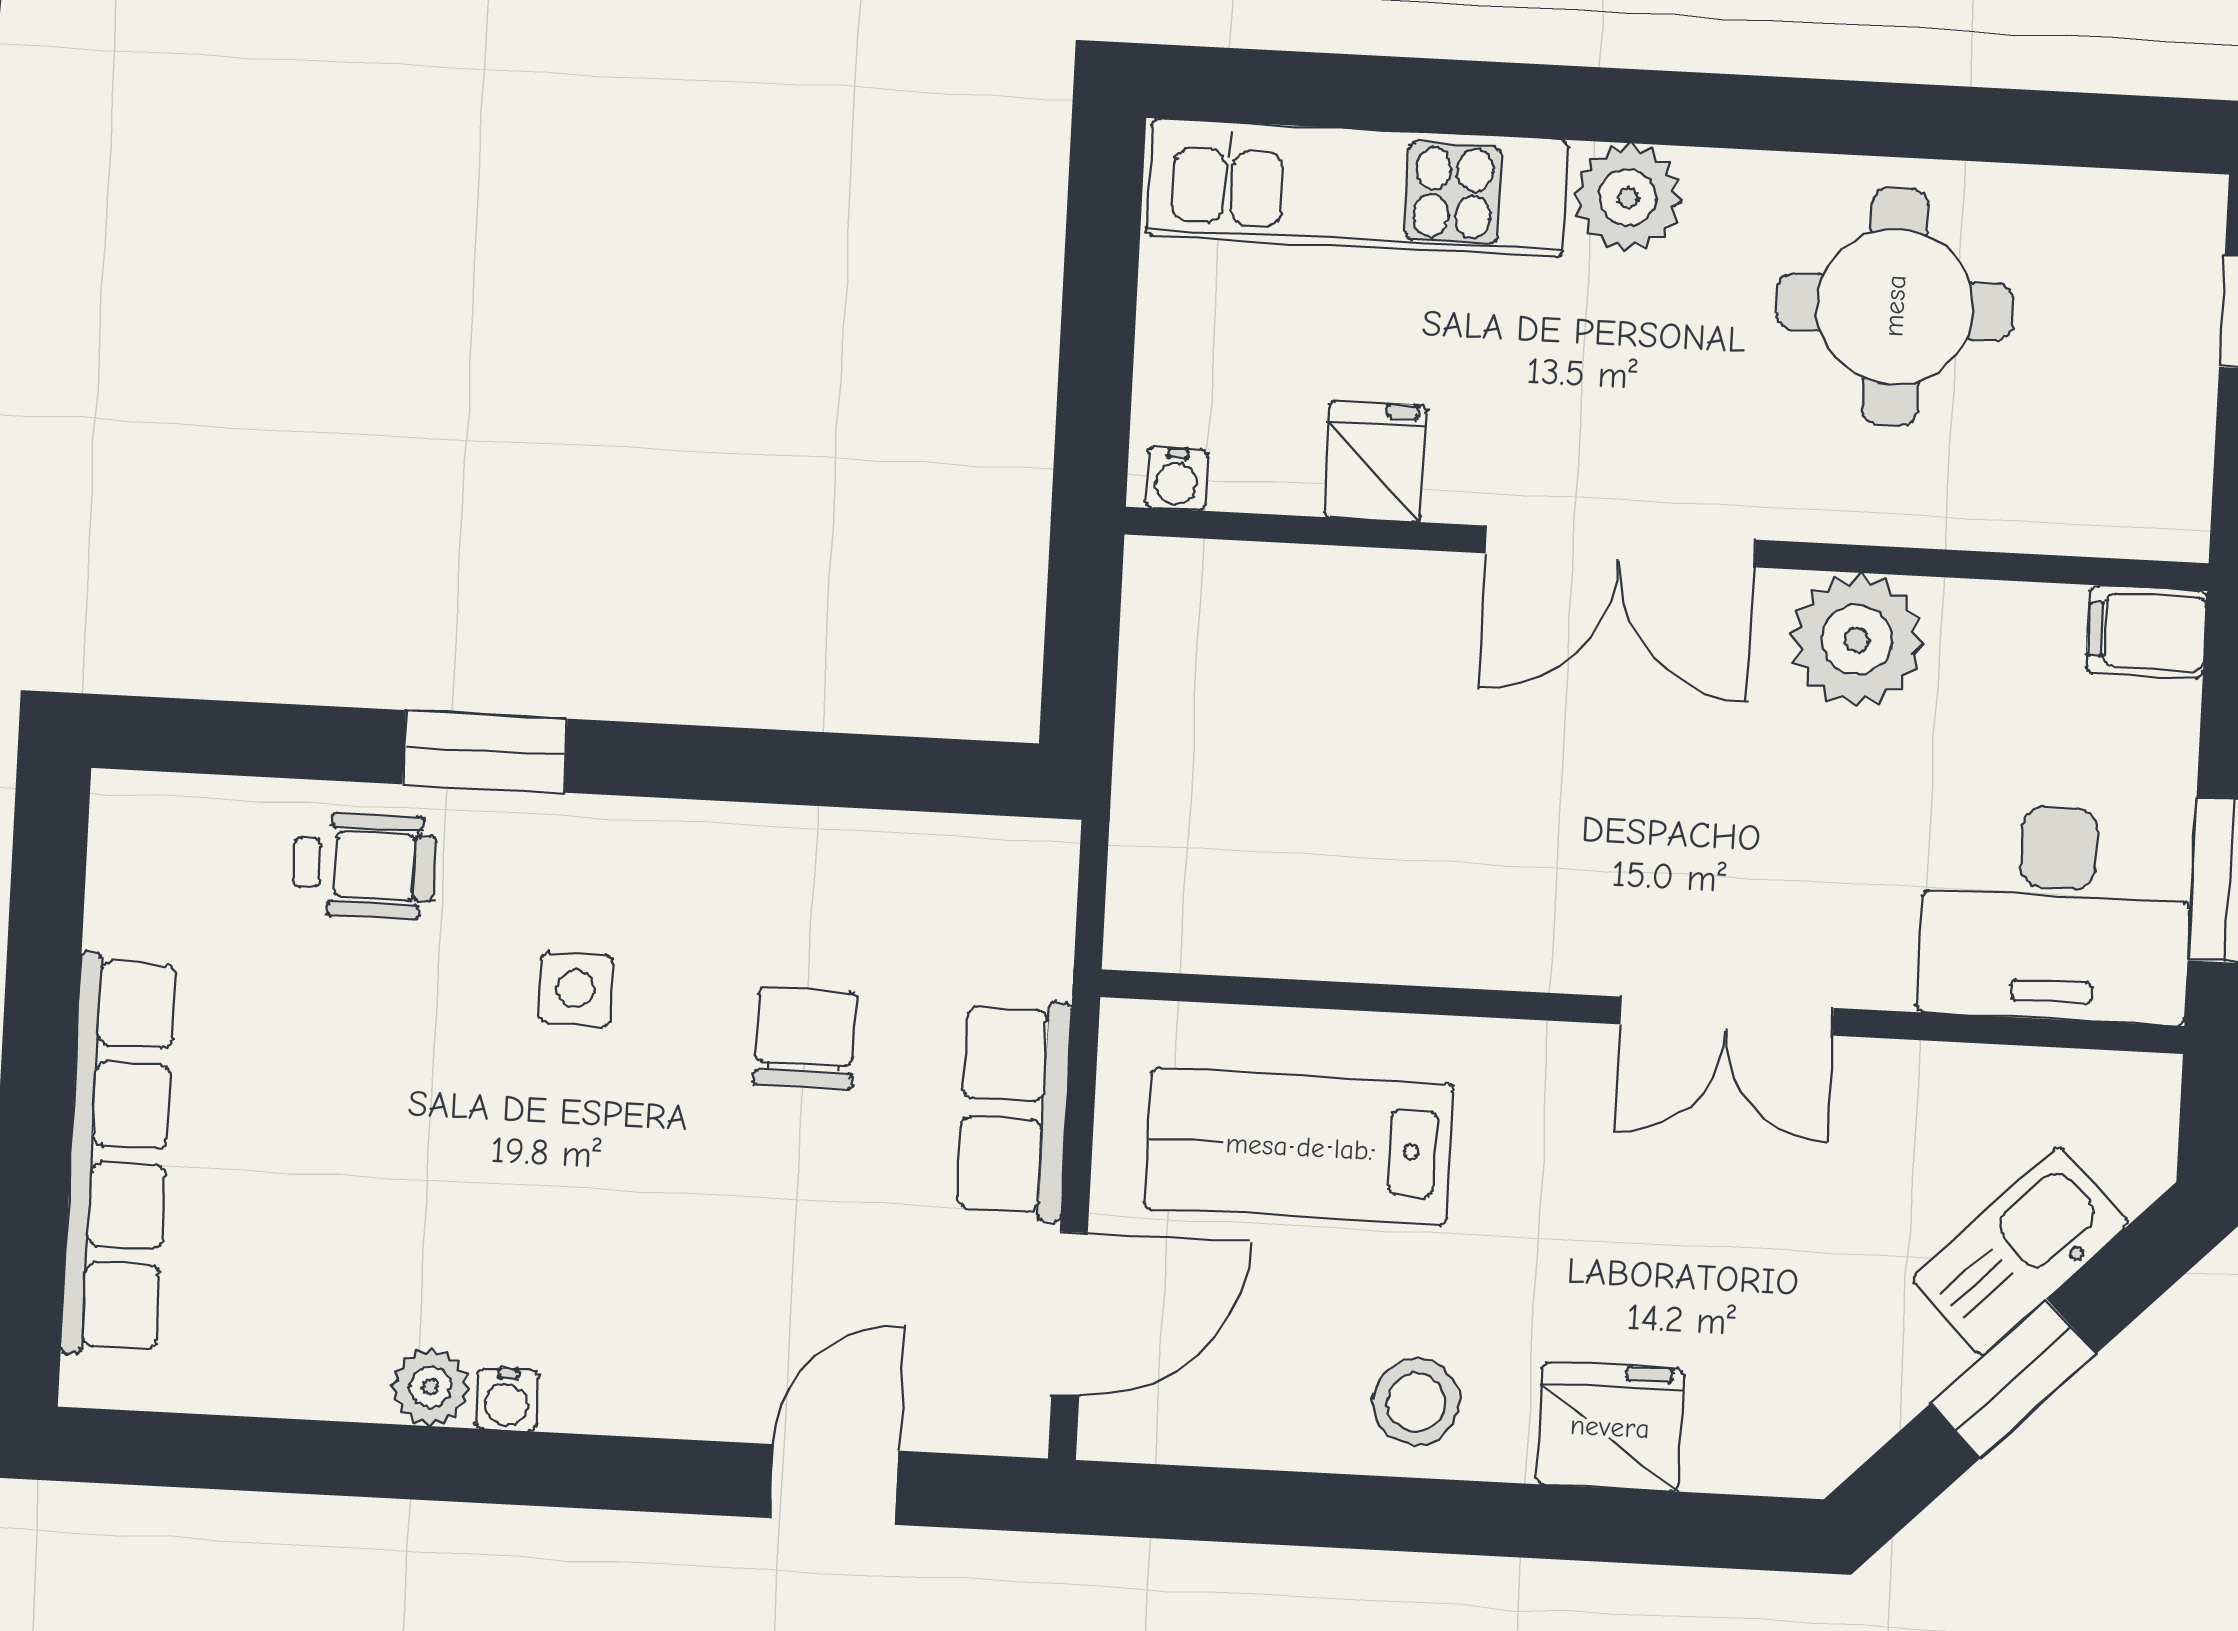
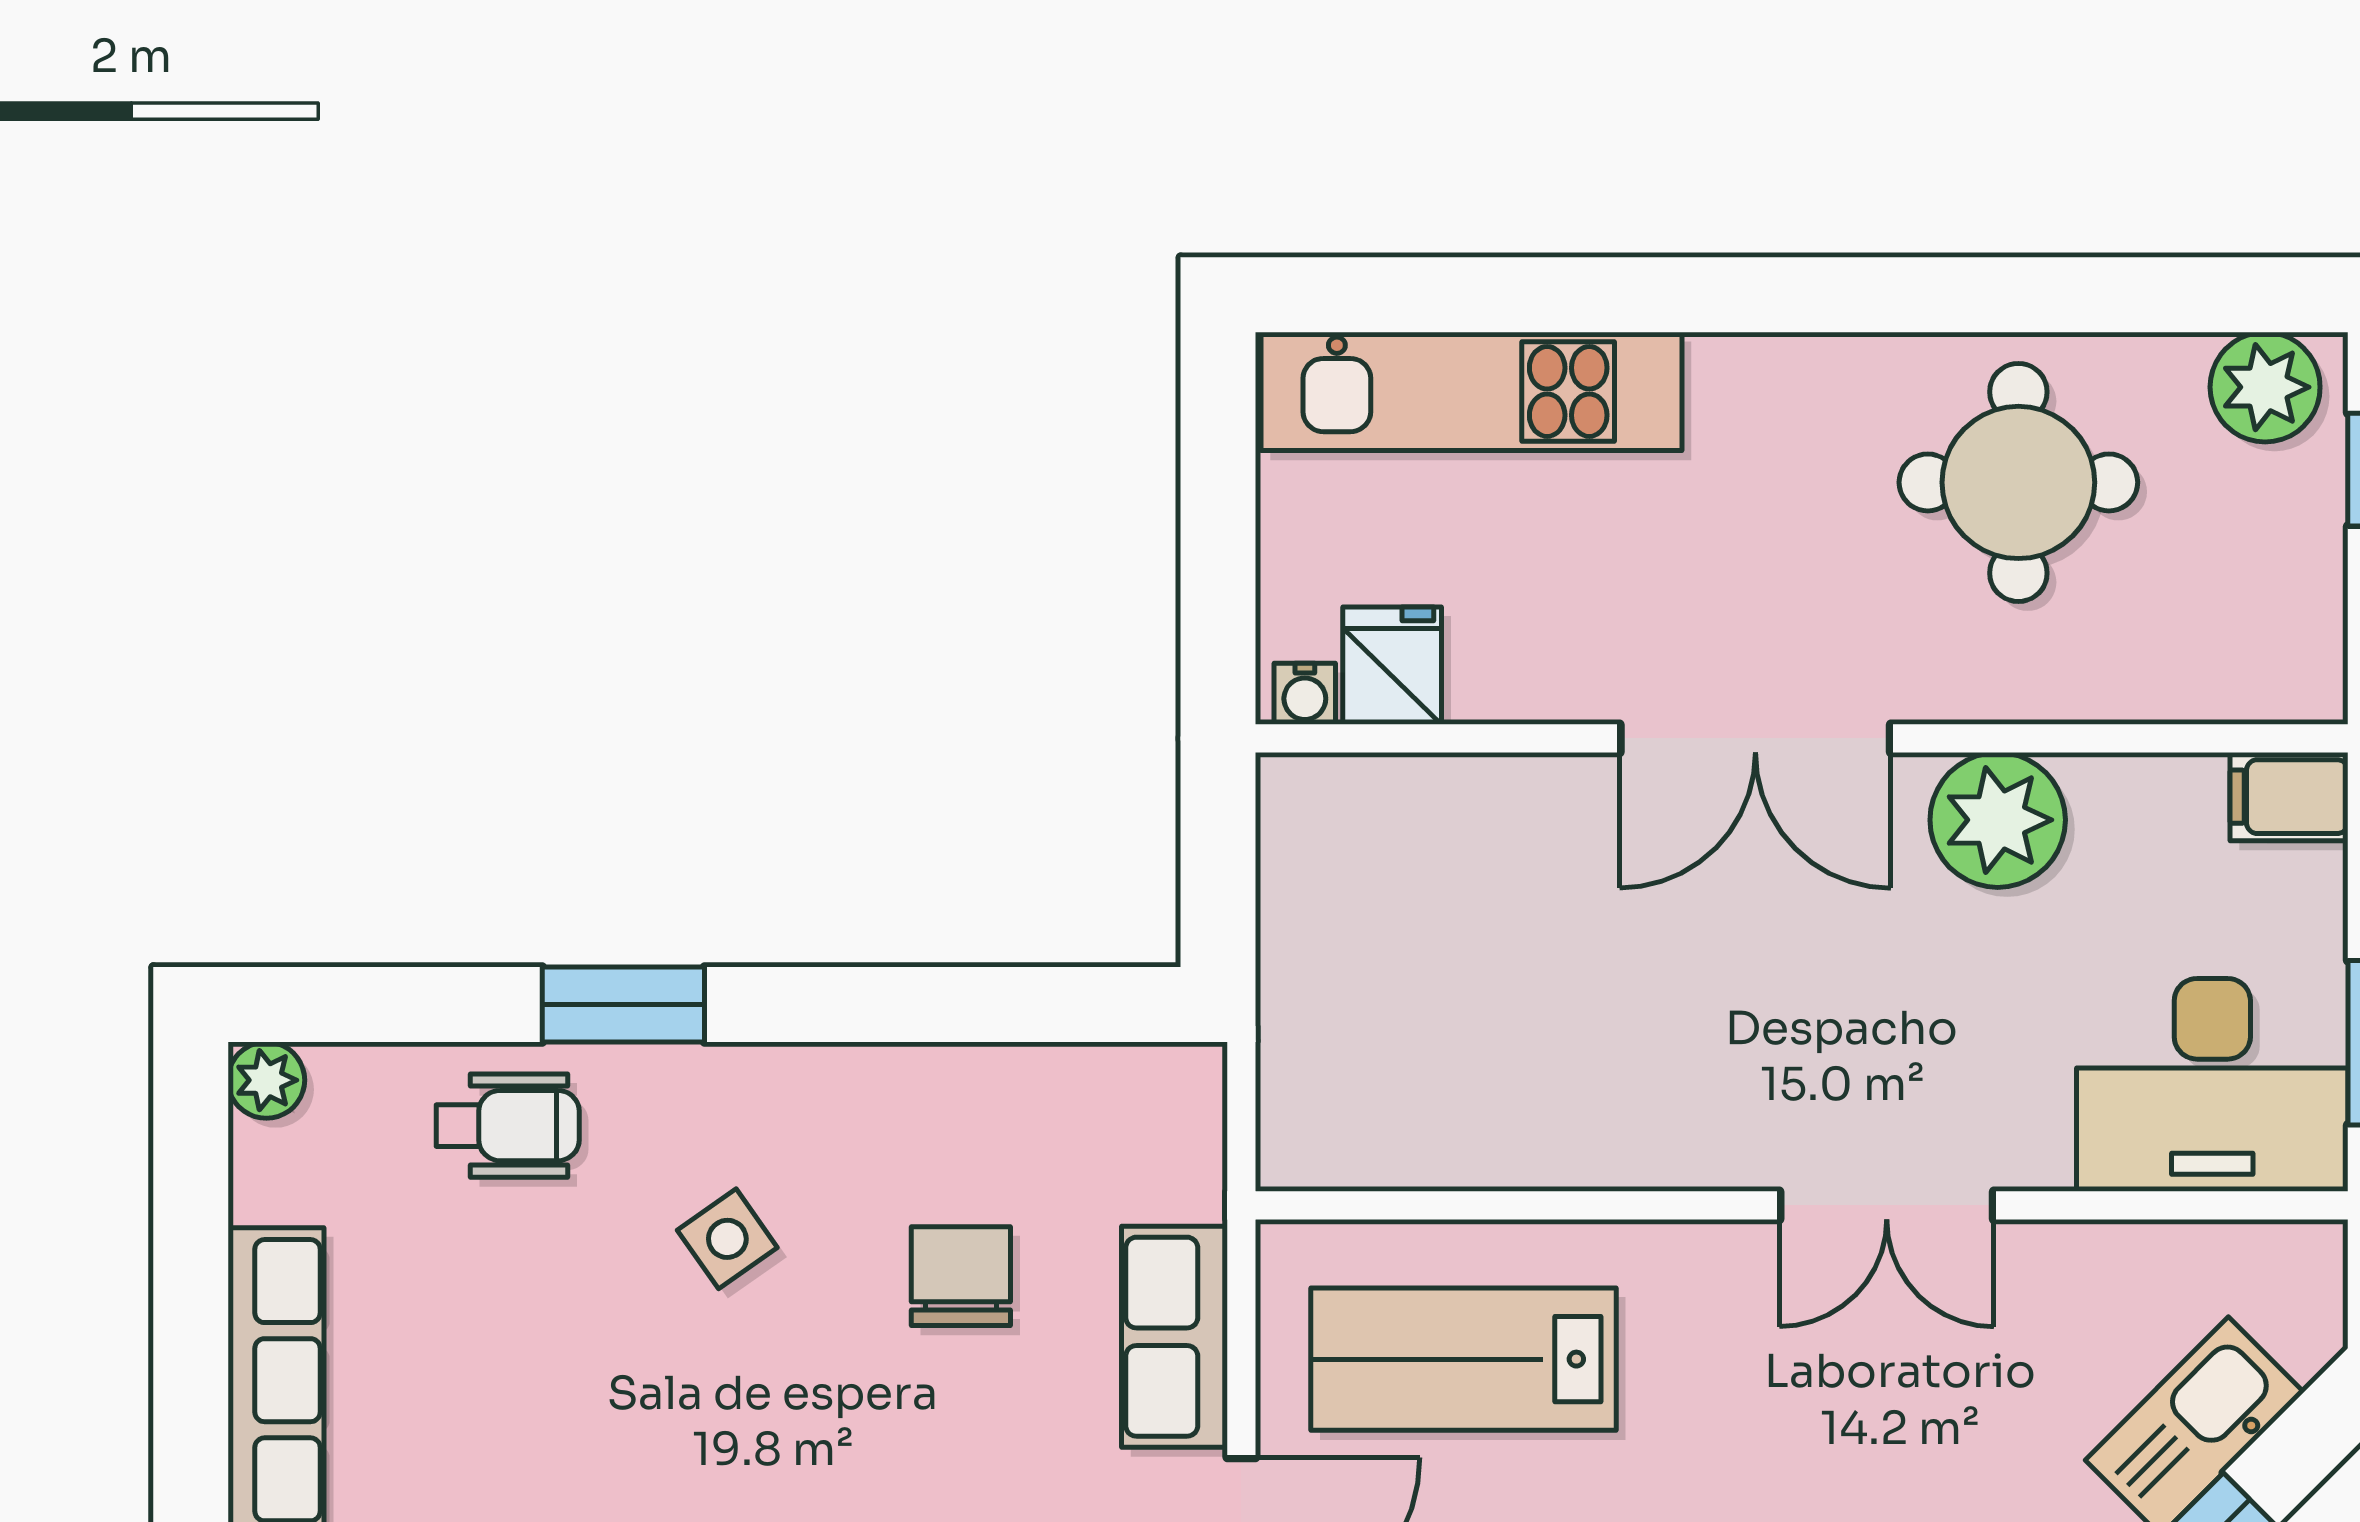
plant: (1628, 198) -> (2265, 387), moved
fridge: (1375, 461) -> (1392, 666), moved
plant: (127, 808) -> (266, 1080), added
side table: (576, 989) -> (727, 1239), turned -35

